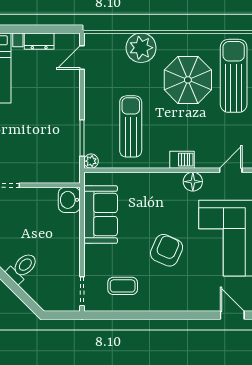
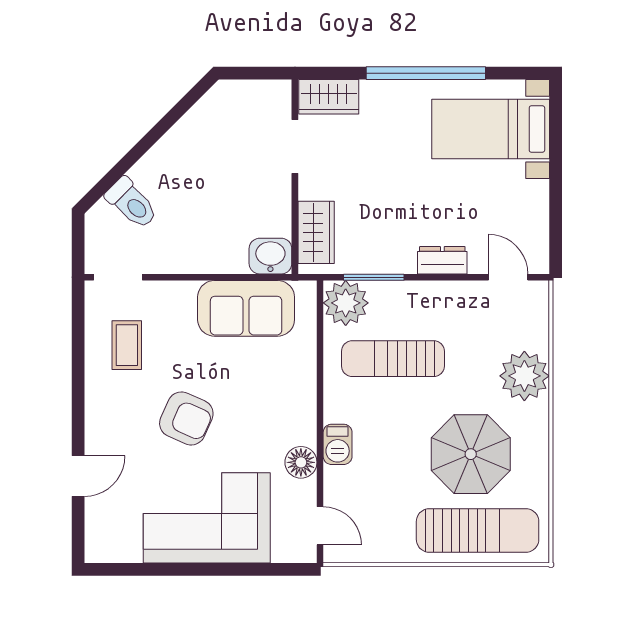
dresser: (39, 41) -> (442, 260), moved, turned 90
sun lounger: (131, 126) -> (393, 359), turned 180
plant: (91, 161) -> (346, 303), width x1.88, depth x1.88
wardrobe: (55, 173) -> (316, 232), added
toilet: (22, 268) -> (132, 203), moved
door: (232, 315) -> (78, 476), moved

